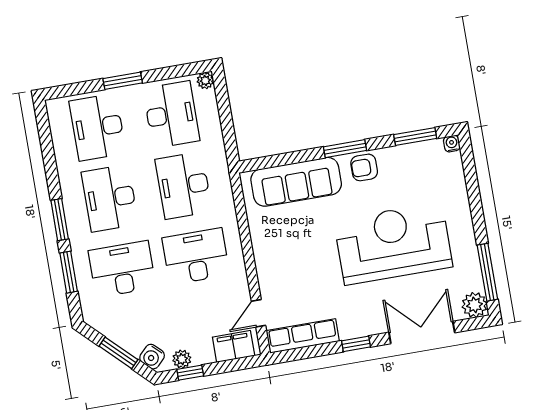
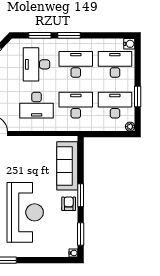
window: (123, 81) -> (138, 97), moved
water cooler: (56, 108) -> (129, 44), added
desk: (171, 115) -> (115, 105), turned 180
desk: (196, 256) -> (37, 105), turned 90
desk: (122, 269) -> (37, 64), turned 180

